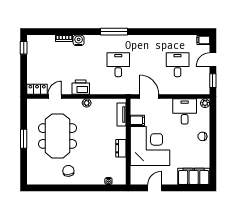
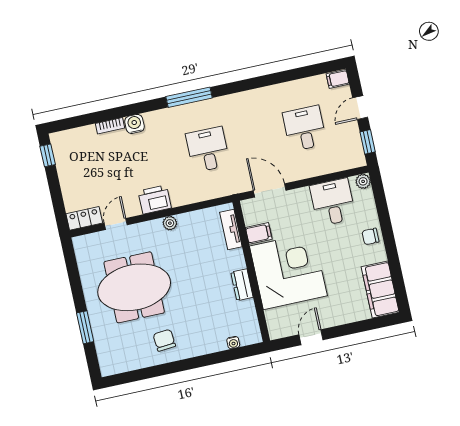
meeting table: (57, 136) -> (134, 287), turned 90
window: (24, 139) -> (85, 327), moved
filing cabinet: (194, 176) -> (380, 290), moved, turned -90

